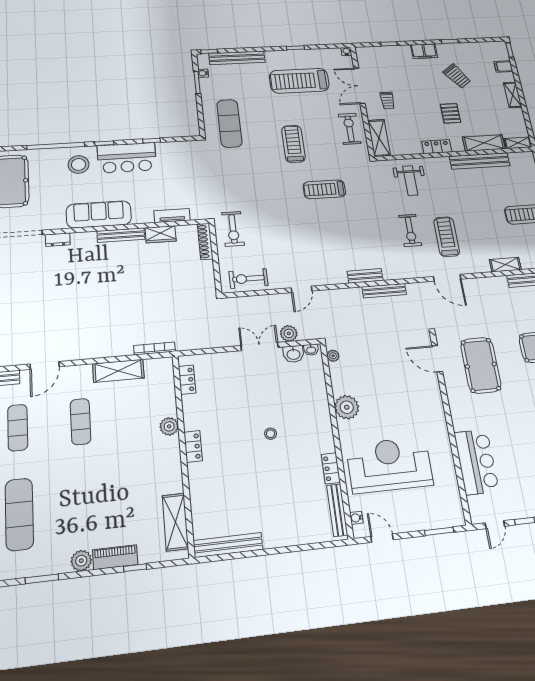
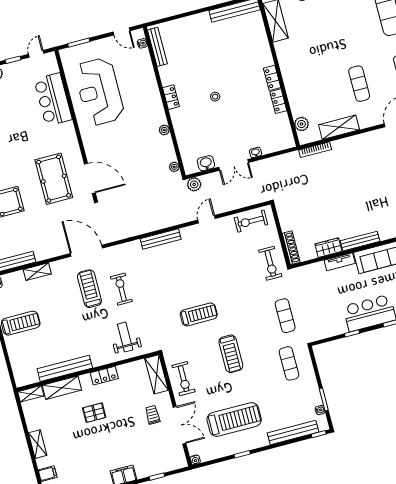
trolley: (457, 76) -> (91, 454), removed
pallet: (450, 113) -> (94, 413), turned 90
exercise mat: (229, 123) -> (289, 363), width x0.73, depth x0.69
exercise mat: (225, 171) -> (285, 316), added
tv unit: (172, 215) -> (340, 262), moved
exercise bike: (233, 229) -> (270, 263), turned 180
treadmill: (447, 237) -> (89, 289), turned 180
bench: (365, 276) -> (161, 239), width x1.36
door: (447, 278) -> (86, 251), width x1.36
exercise bike: (248, 279) -> (251, 221), turned 180
bench: (384, 291) -> (138, 230), removed
plant: (289, 333) -> (194, 184), moved
washbasin: (311, 350) -> (256, 152), moved
door: (437, 359) -> (90, 178), width x1.36
locker: (187, 380) -> (278, 101), moved
plant: (347, 407) -> (164, 130), width x0.53, depth x0.53
plant: (169, 426) -> (302, 124), moved
reception desk: (389, 465) -> (99, 92), moved, turned 90
locker: (331, 468) -> (171, 97), moved

